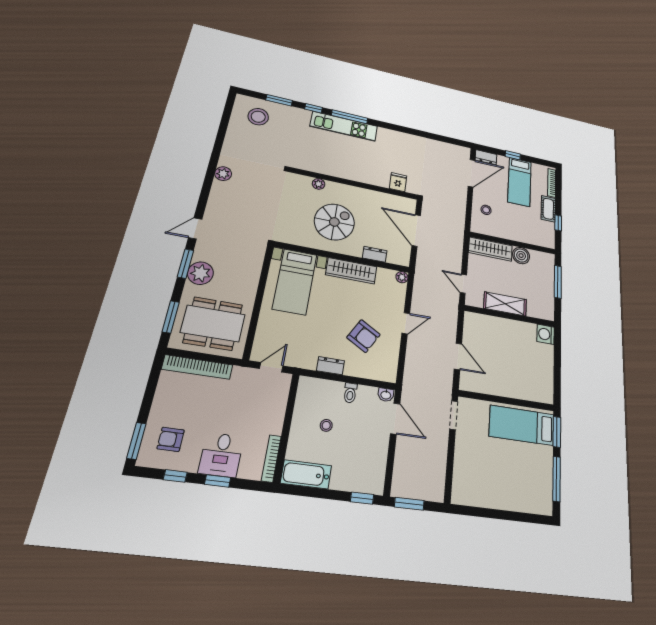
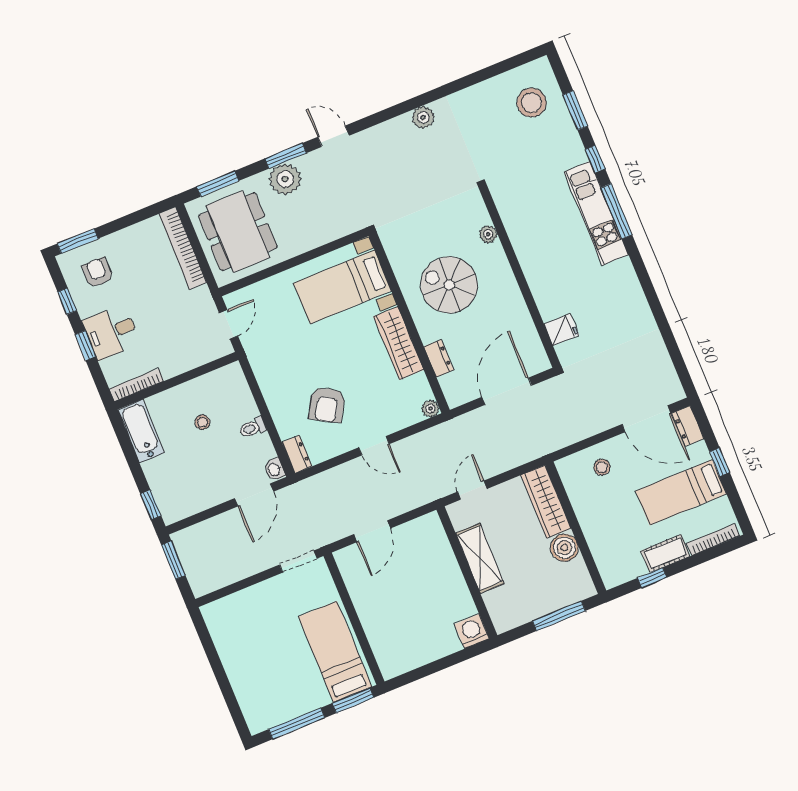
spiral stairs: (334, 222) -> (449, 285), turned 180
dresser: (330, 366) -> (297, 454), moved
door: (271, 367) -> (229, 324), hinge flipped

